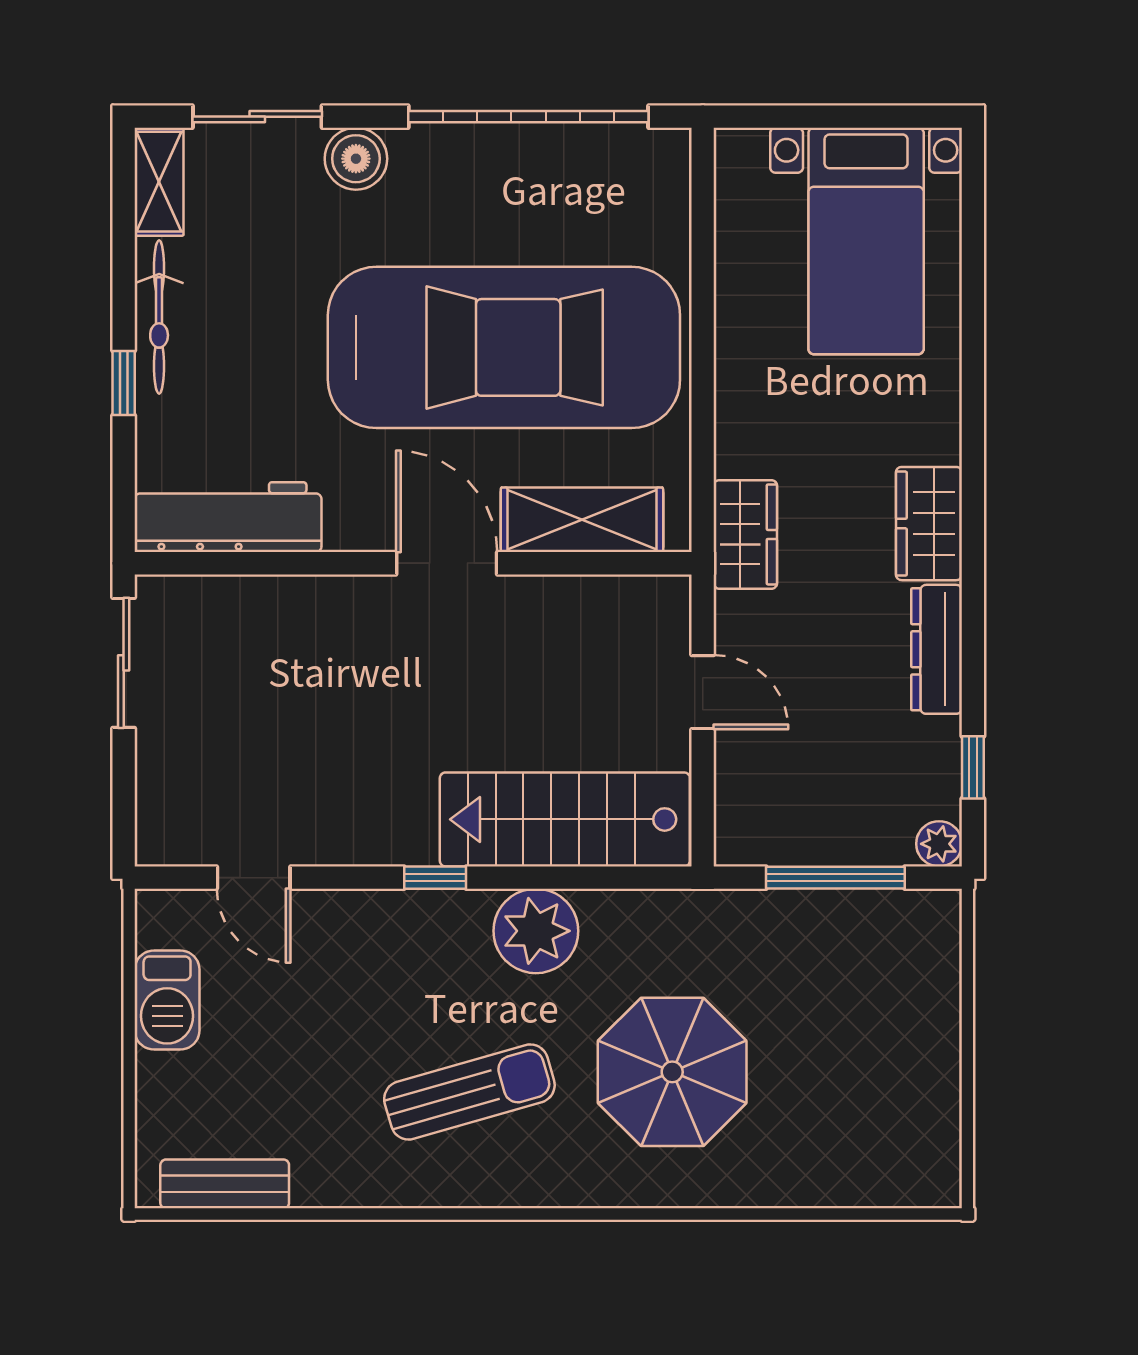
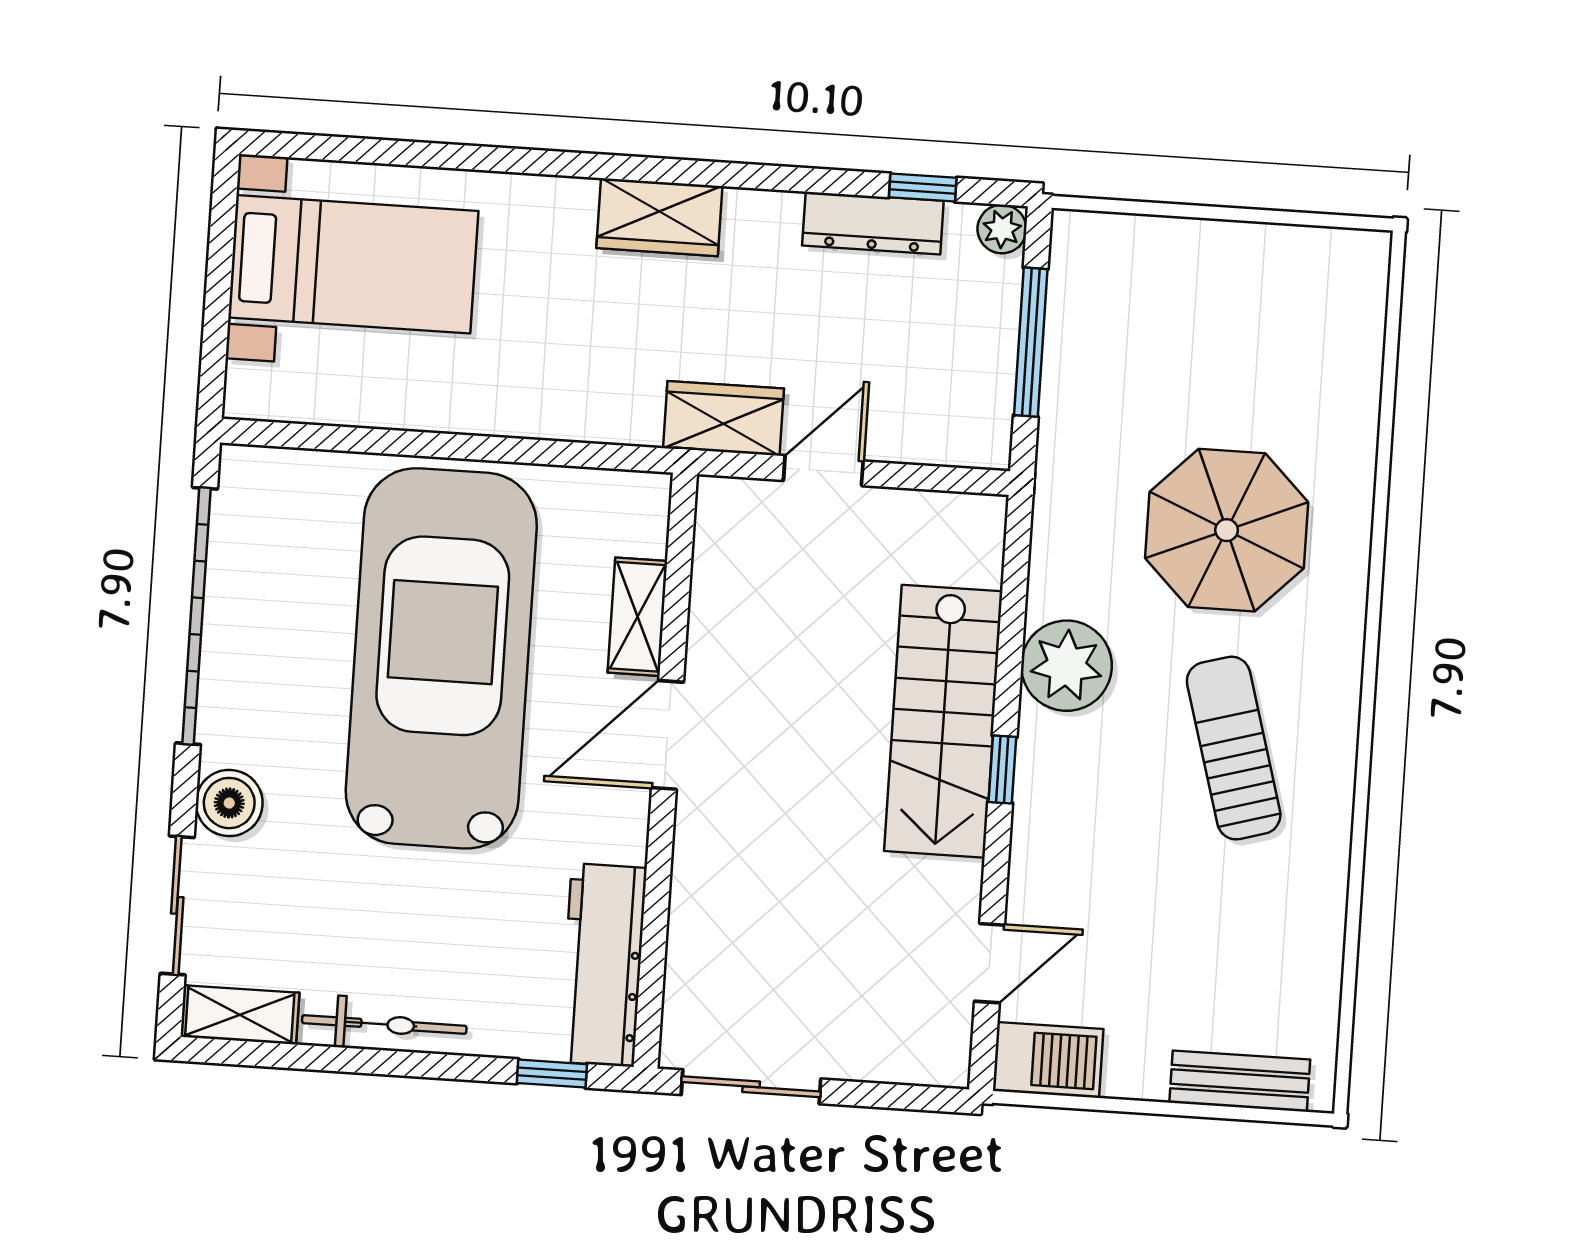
window: (124, 383) -> (552, 1074), moved
shelving: (582, 520) -> (638, 617), width x0.67, depth x0.75
wardrobe: (745, 534) -> (723, 418), moved
dresser: (937, 649) -> (873, 223), moved
stairs: (565, 819) -> (943, 721), moved
barbecue: (167, 1000) -> (1048, 1060), moved
bench: (225, 1184) -> (1240, 1081), moved, turned 90

